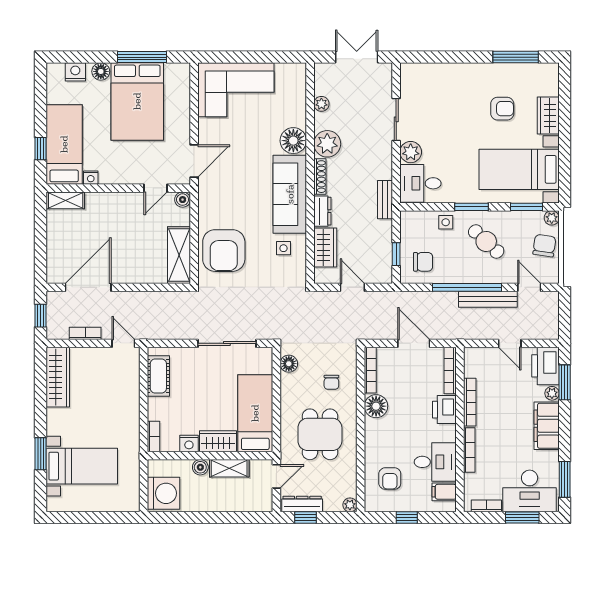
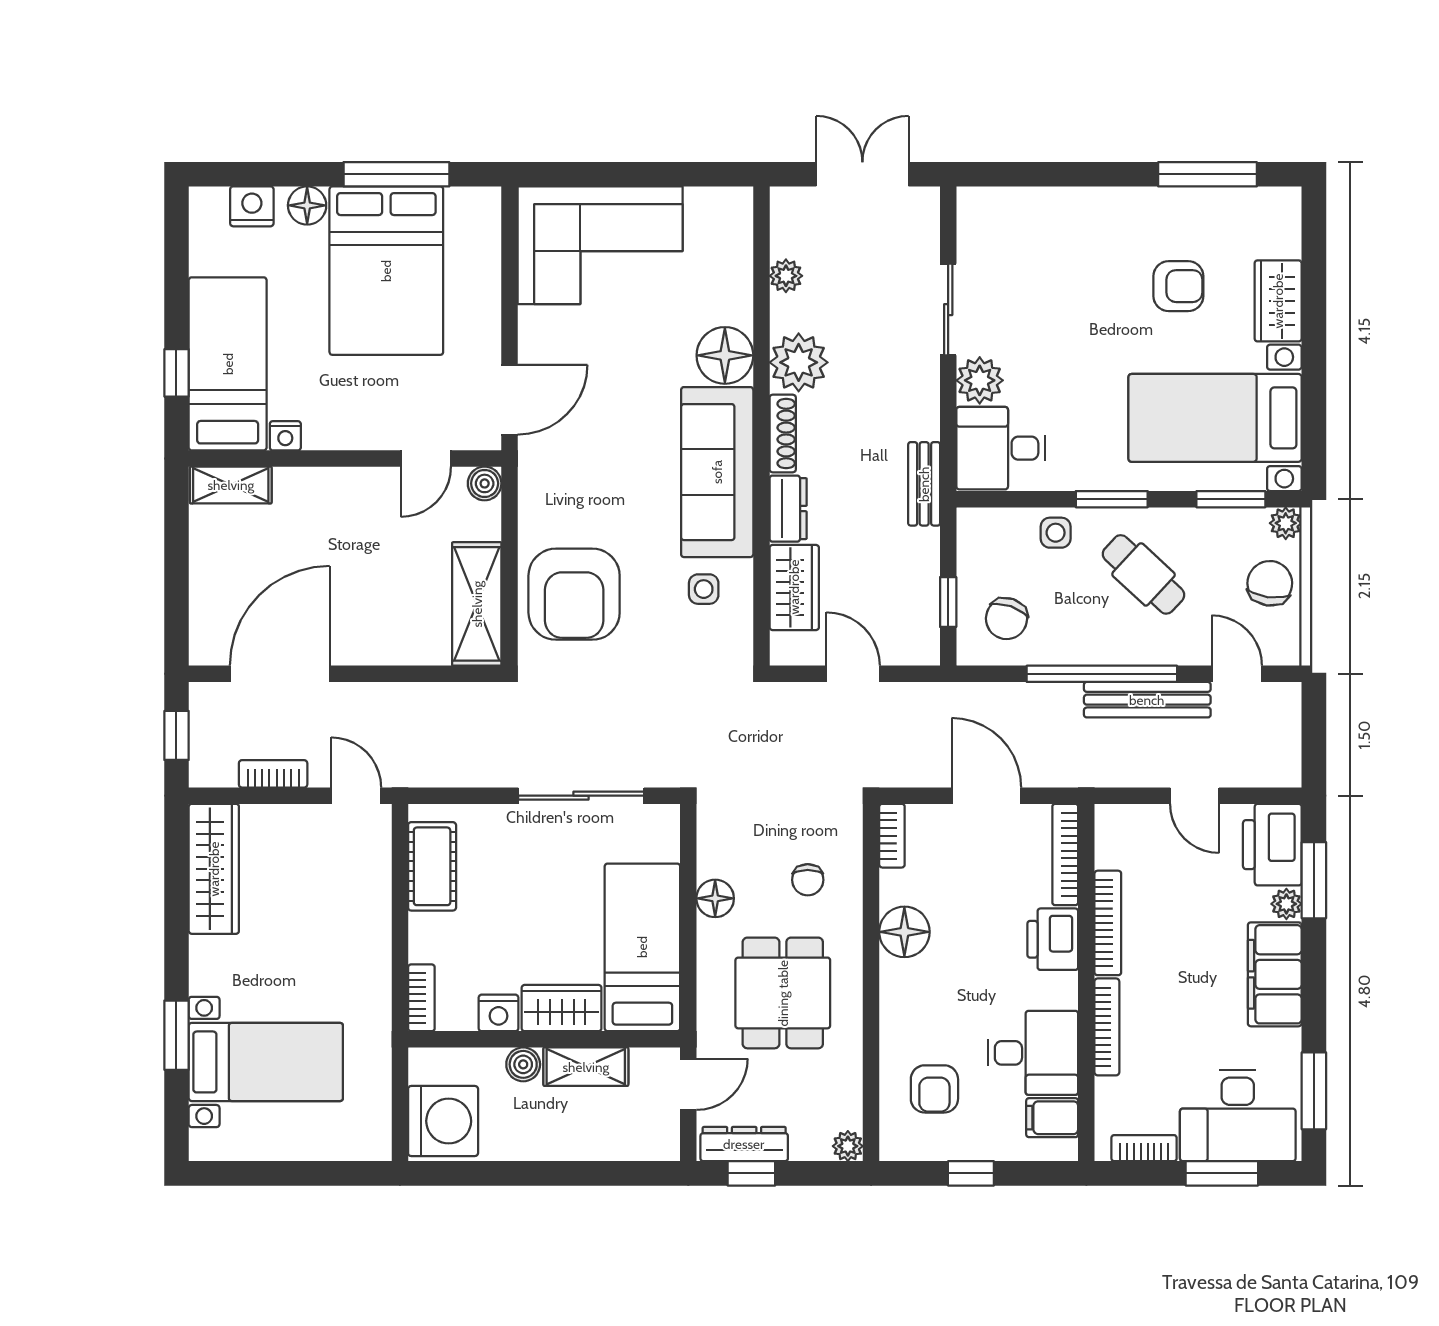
chair: (423, 262) -> (1007, 619), turned 109
floor lamp: (289, 364) -> (715, 898), moved
bookcase: (370, 370) -> (892, 836), width x0.64

